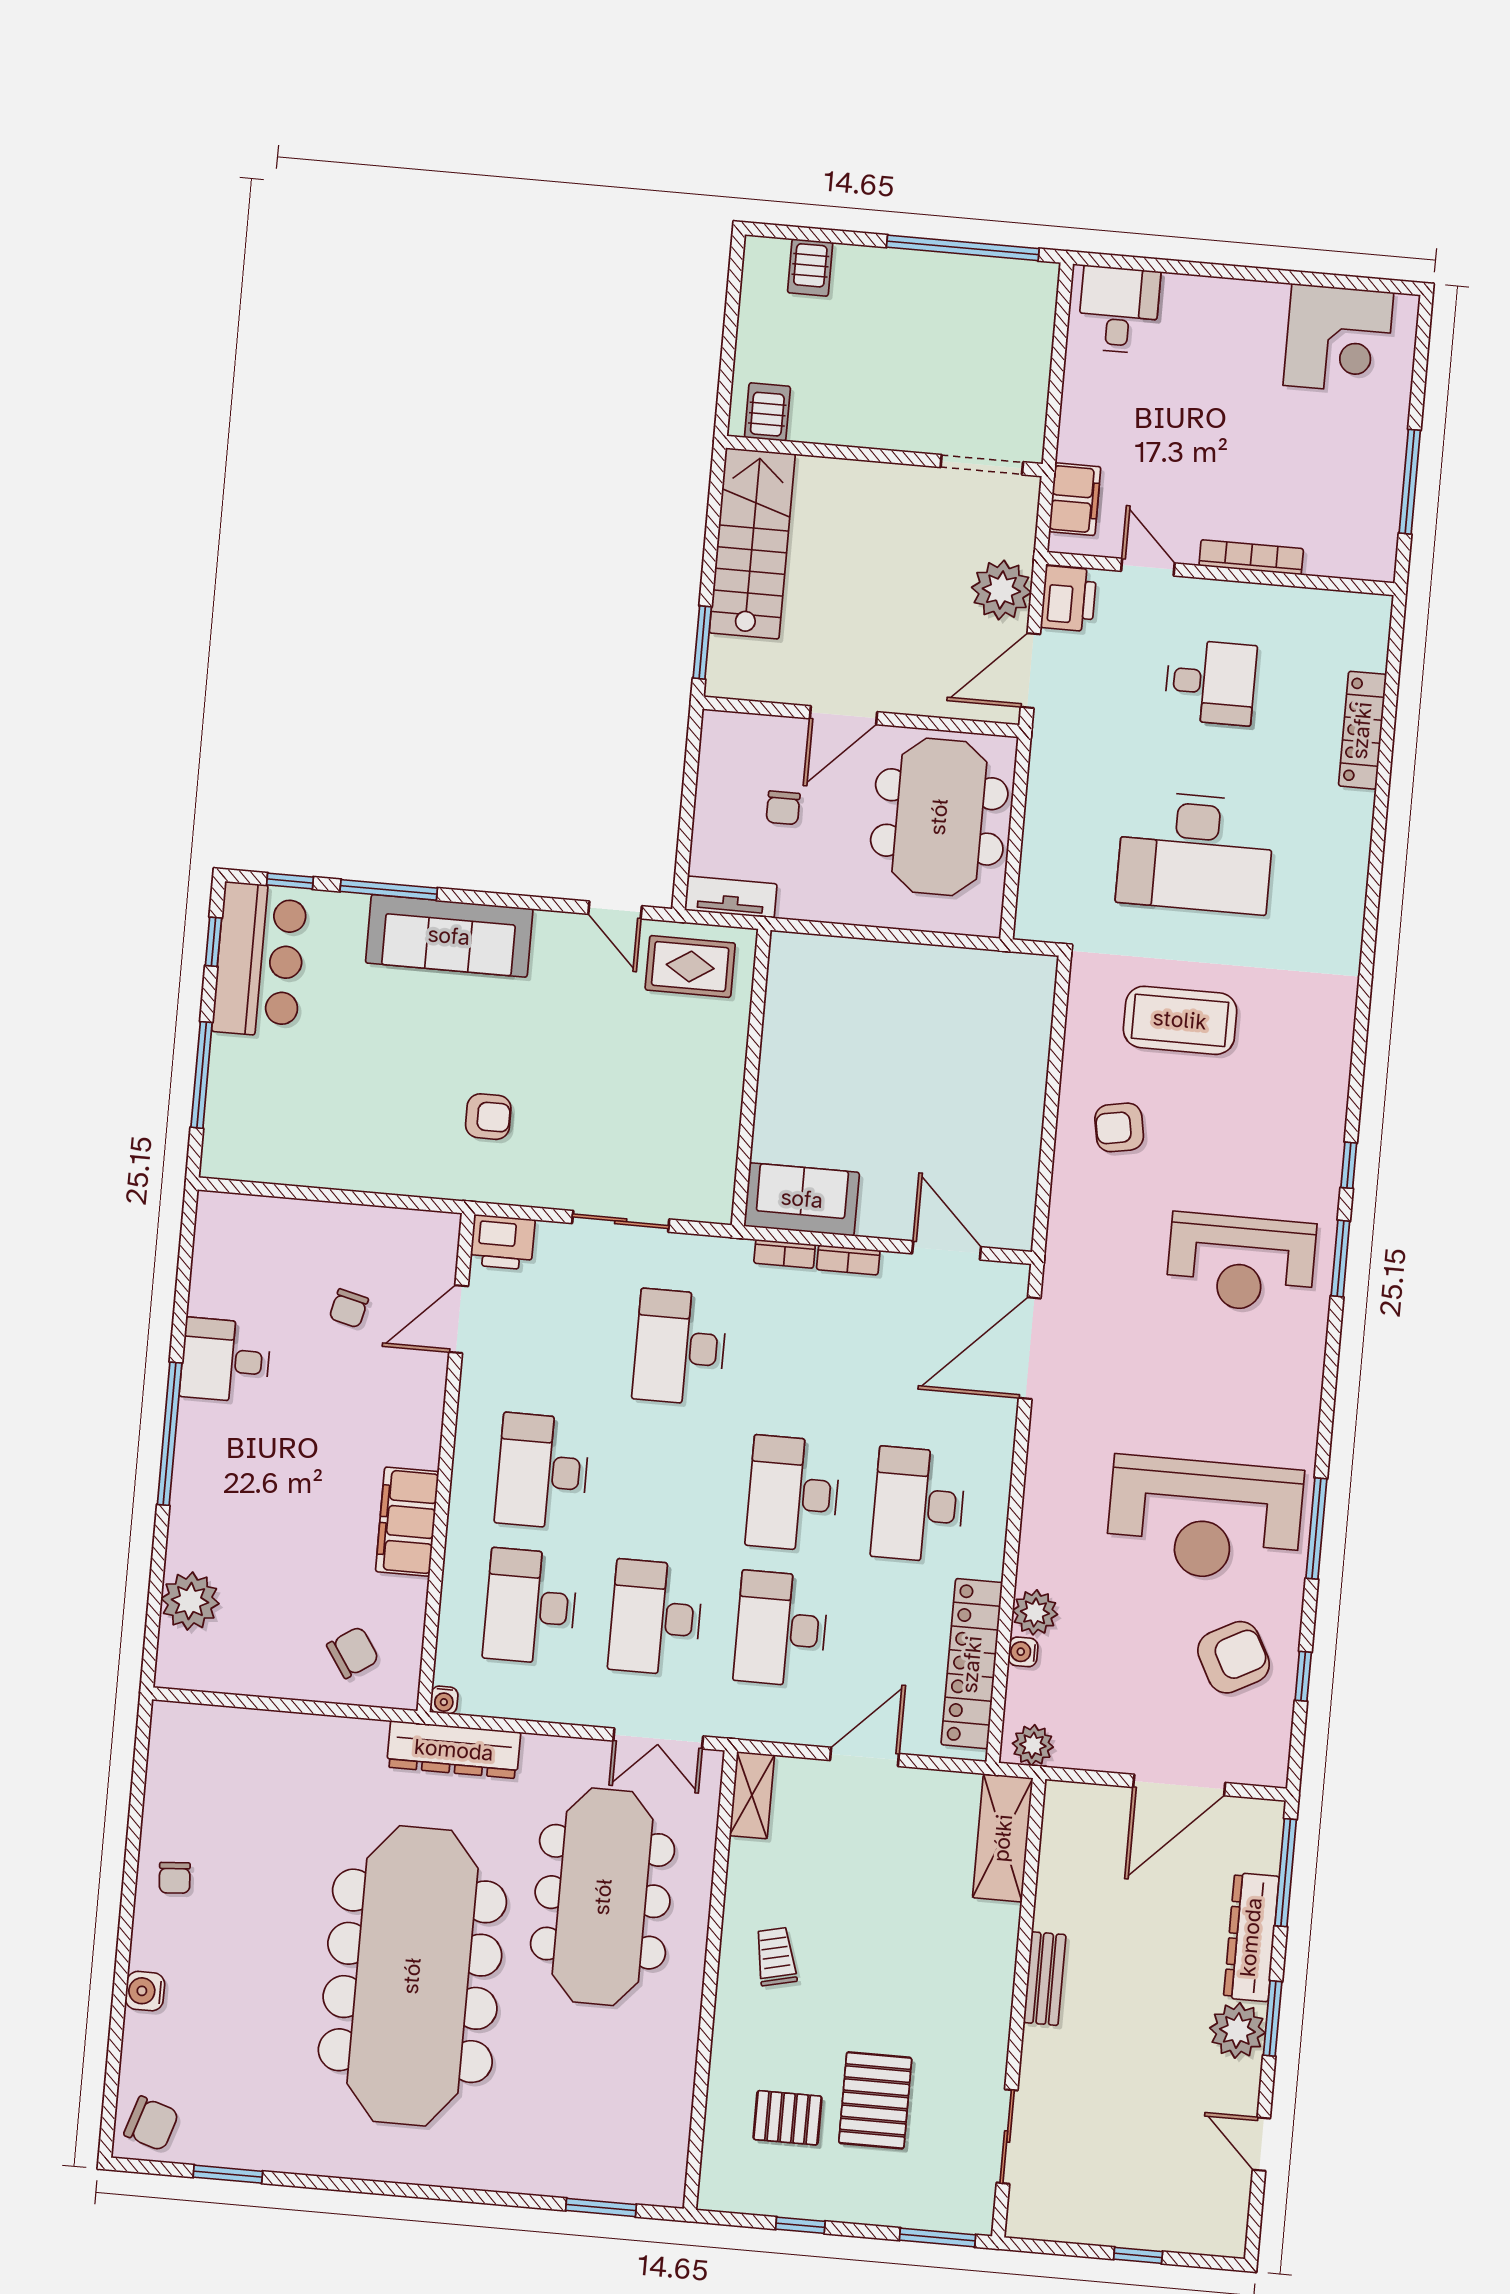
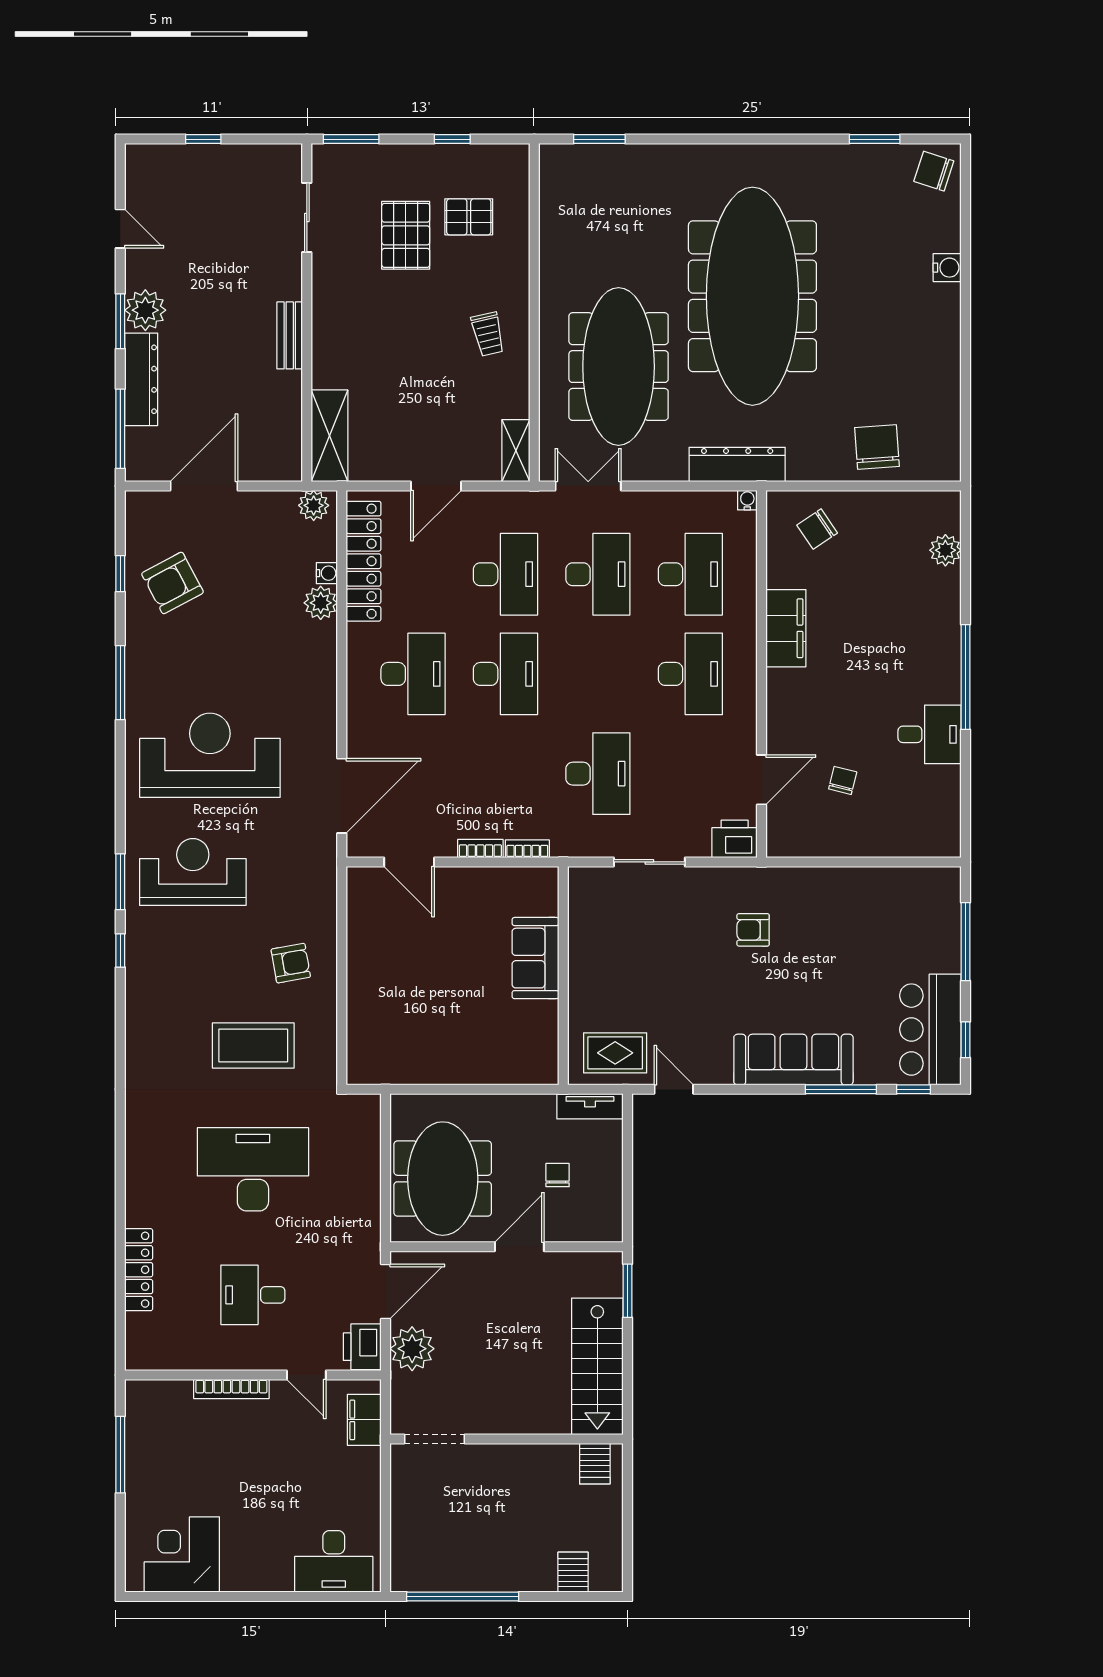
desk: (1119, 310) -> (334, 1561), width x1.37
sofa: (802, 1199) -> (536, 958), moved, turned 90
reception desk: (1205, 1519) -> (210, 755), moved
plant: (190, 1601) -> (945, 550), width x0.73, depth x0.73
chair: (175, 1878) -> (877, 447), moved, width x1.87, depth x1.87

